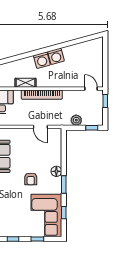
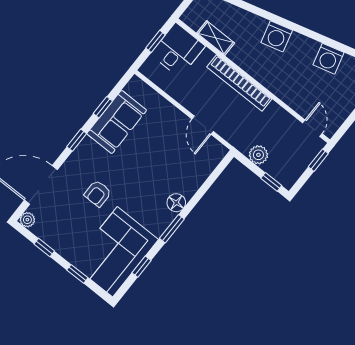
washing machine: (56, 56) -> (328, 59), moved
shelving: (25, 83) -> (216, 38), moved
armchair: (31, 179) -> (98, 194), moved

